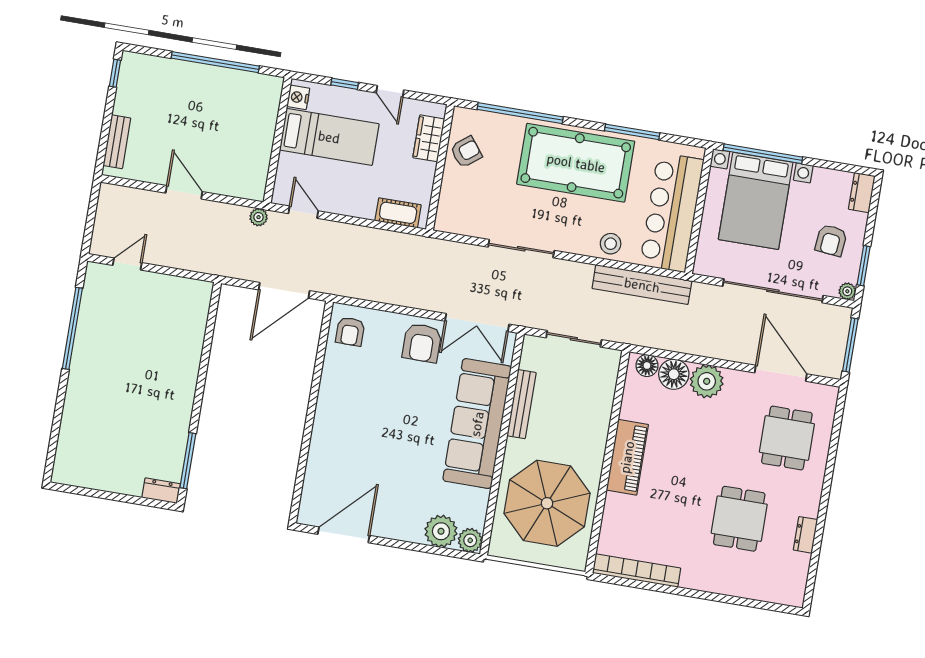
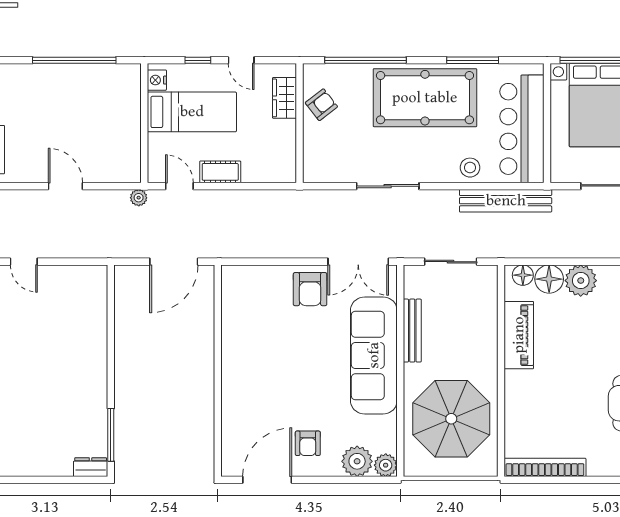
cot: (398, 213) -> (220, 172), moved
door: (127, 264) -> (24, 262), swing flipped
armchair: (350, 331) -> (308, 443), moved
piano: (627, 457) -> (519, 335), moved

